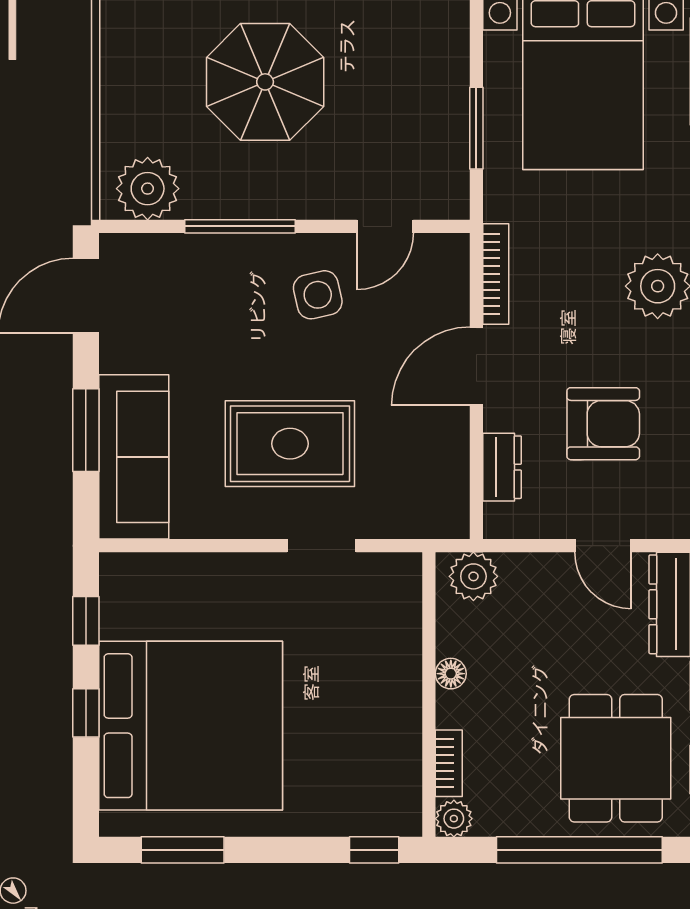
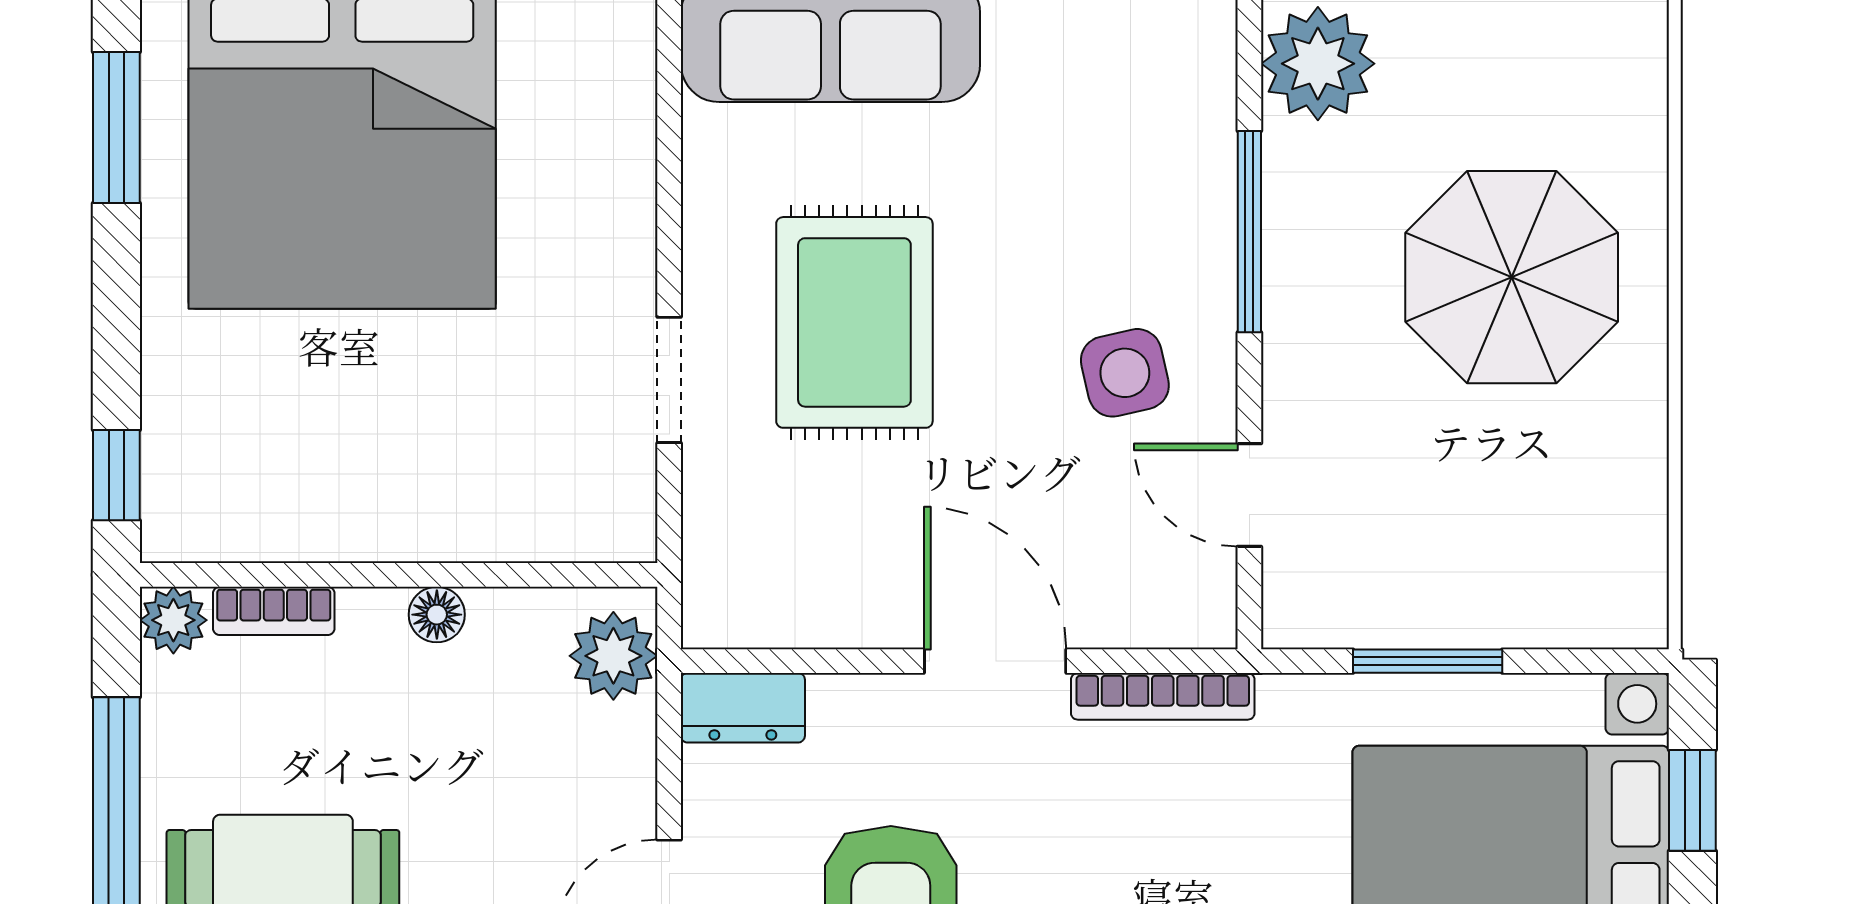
dresser: (502, 467) -> (743, 708), moved

